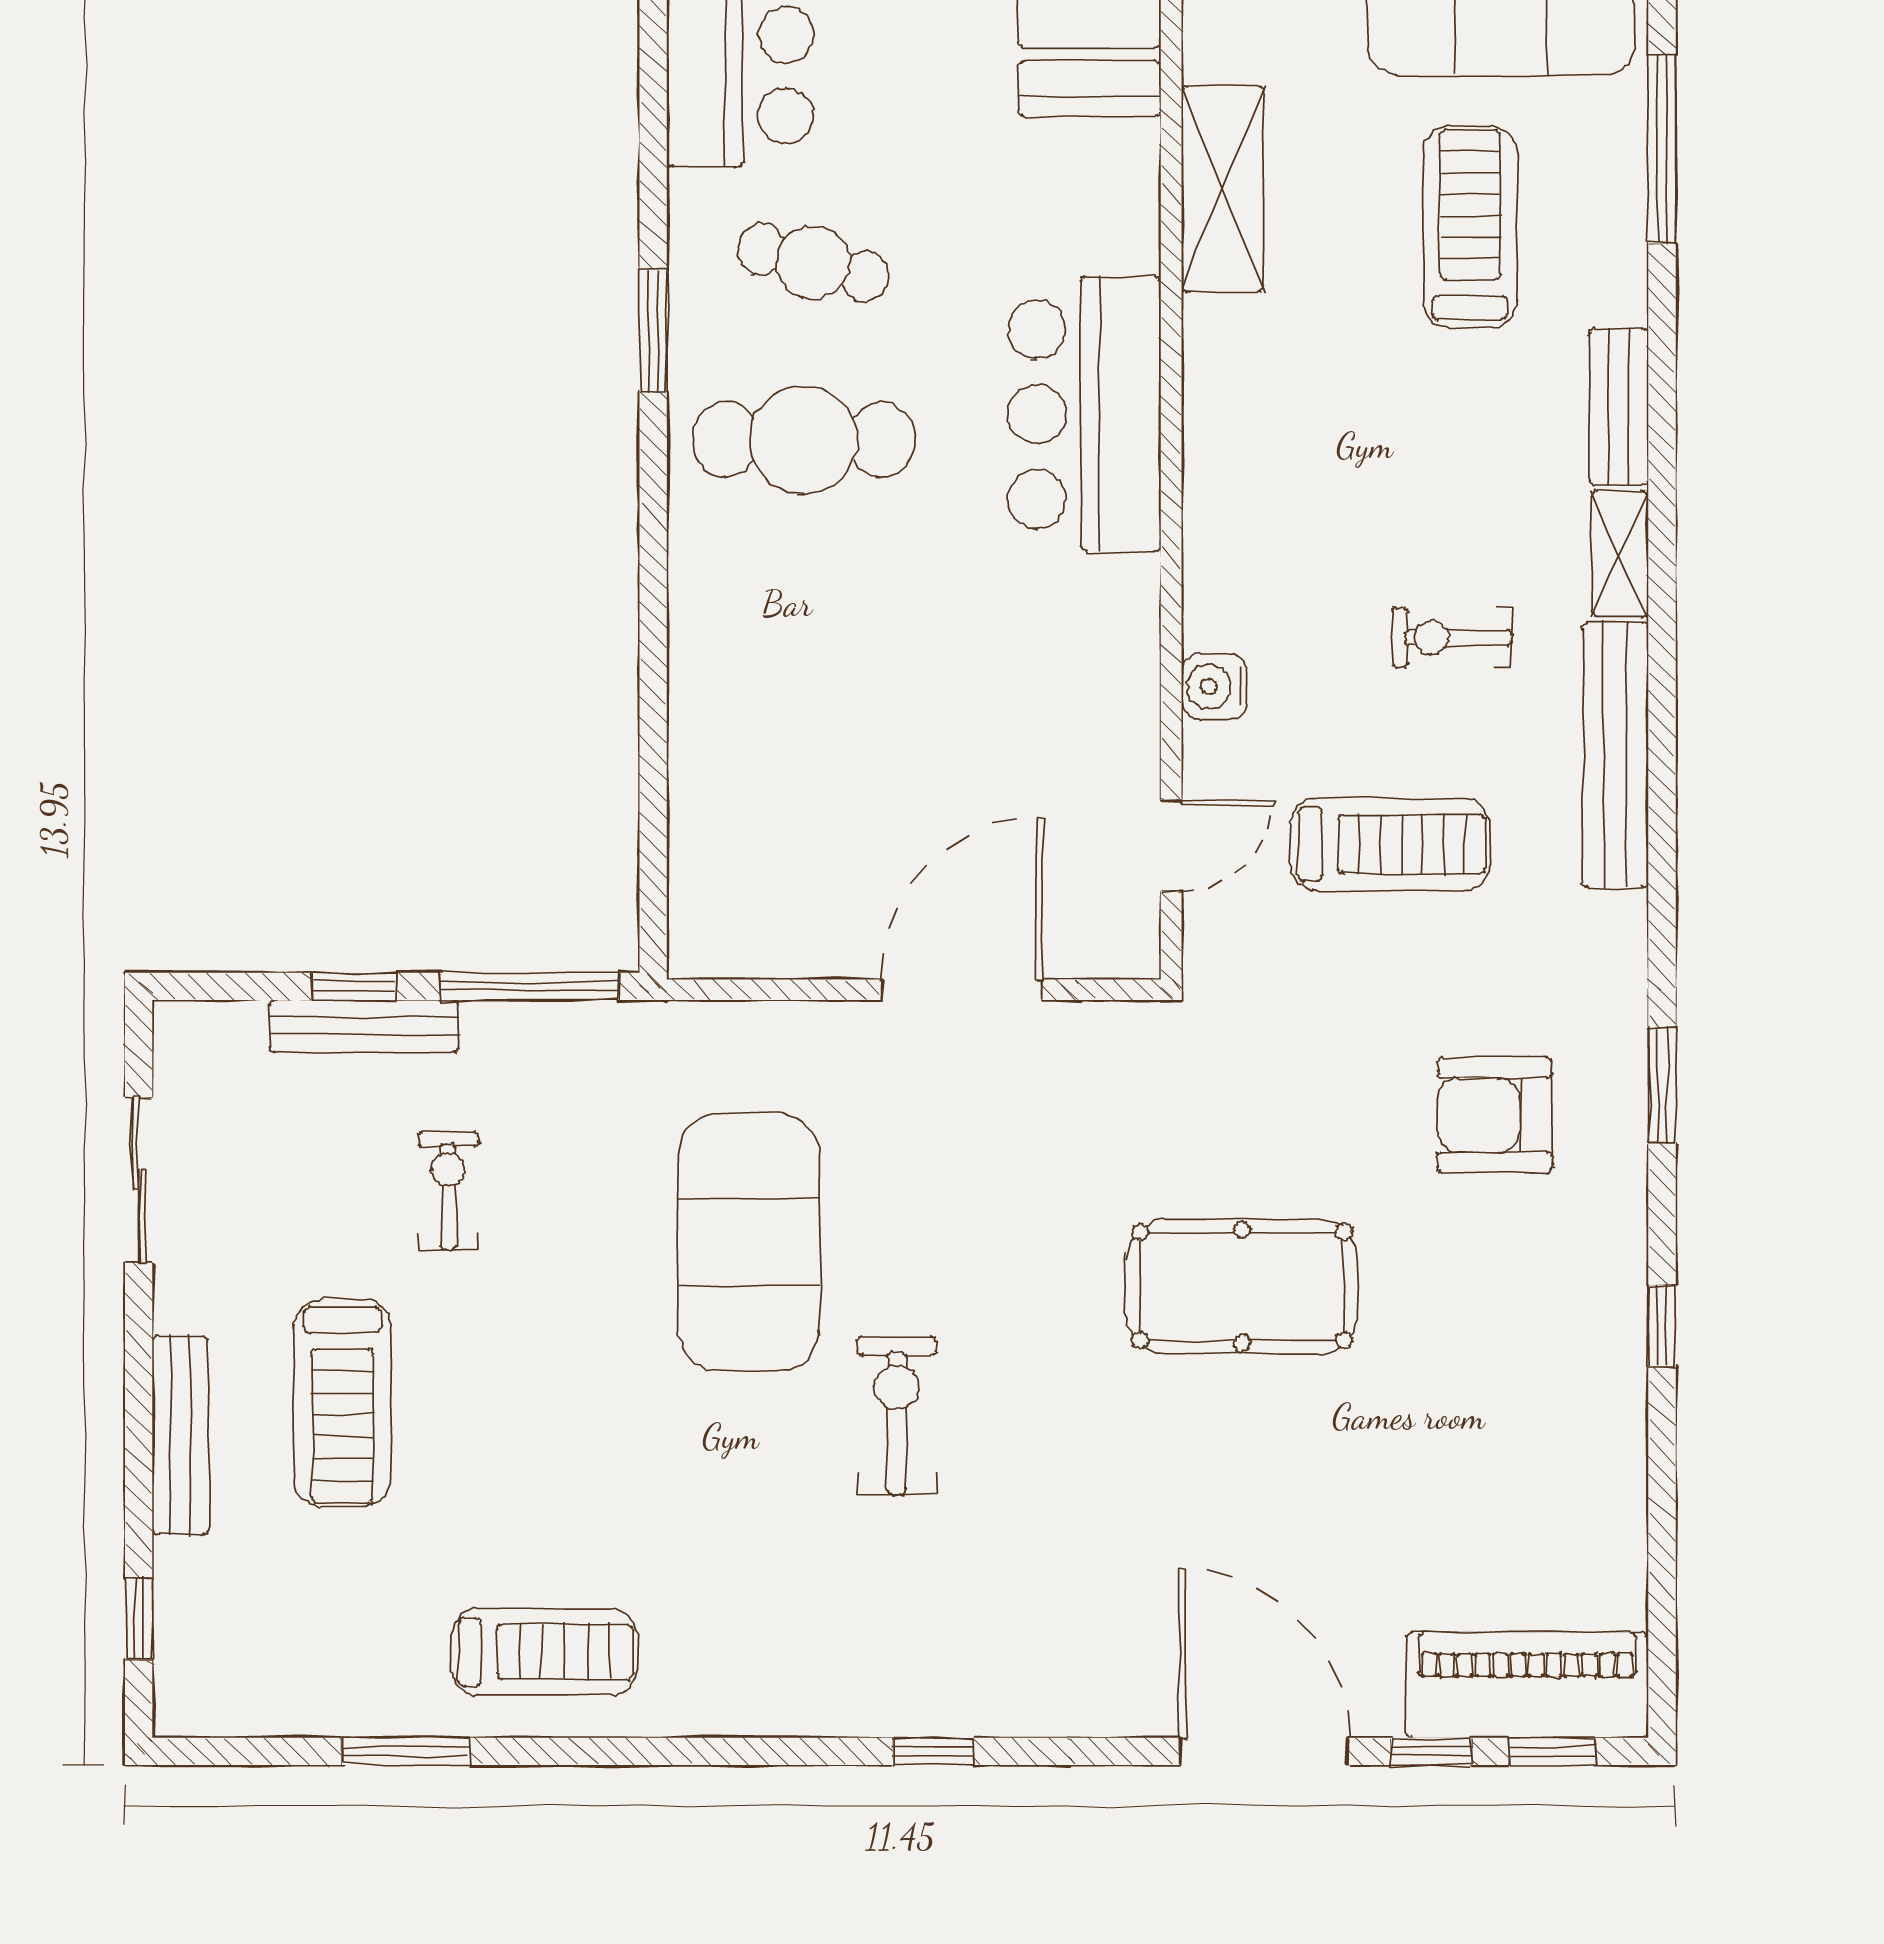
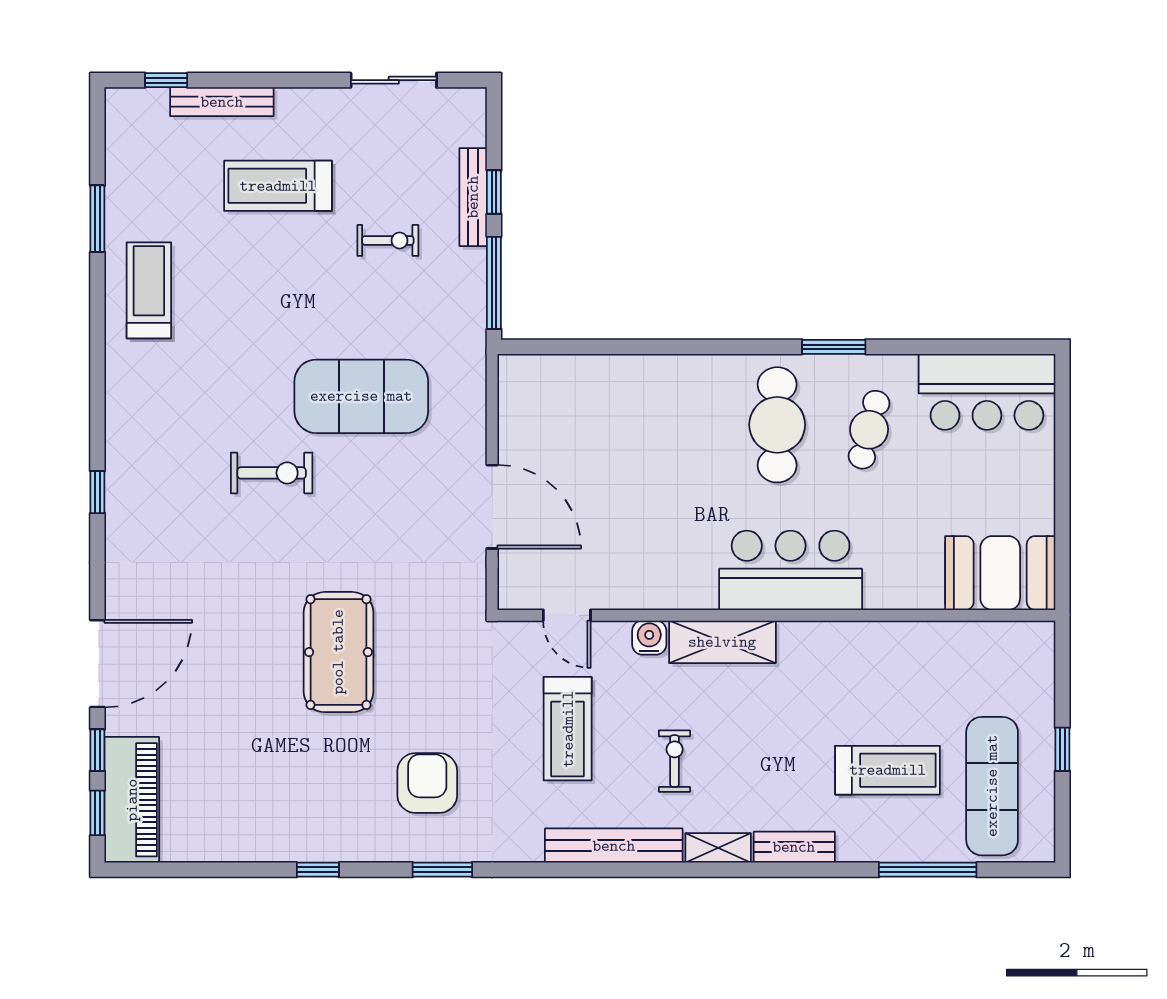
shelving: (1222, 189) -> (722, 642), moved
bench: (180, 1435) -> (222, 102), moved
treadmill: (544, 1652) -> (149, 290), turned 180

